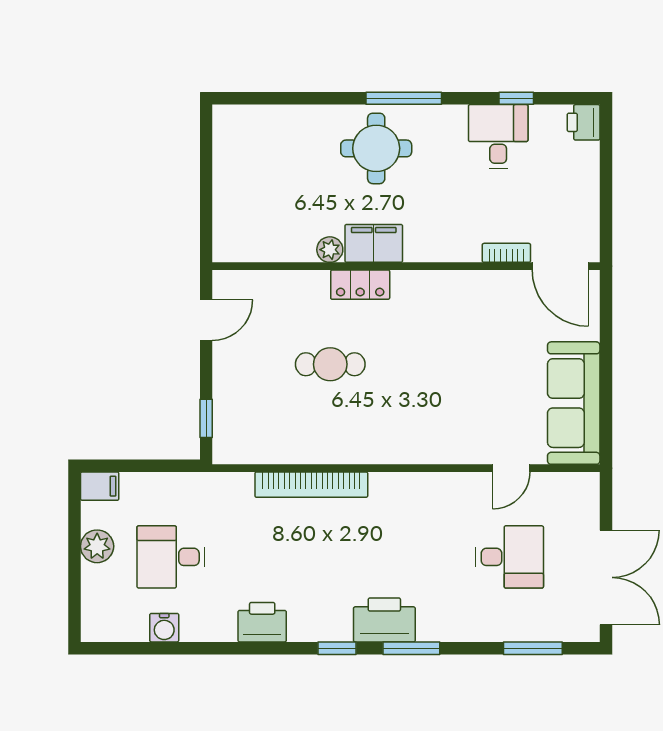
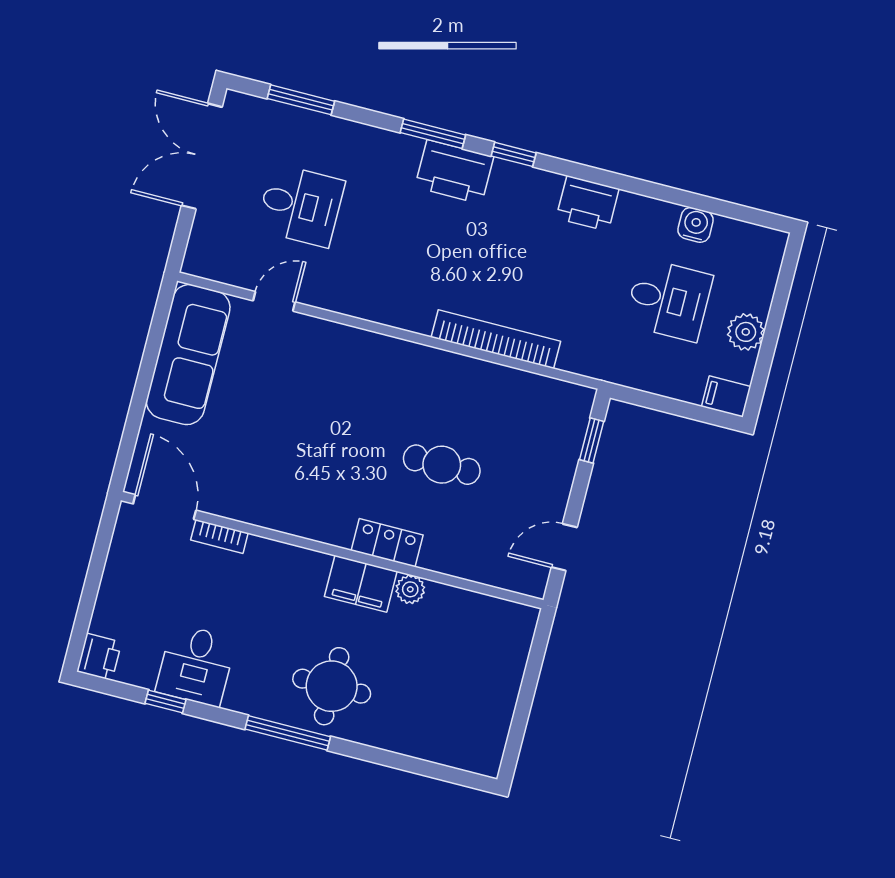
desk: (510, 557) -> (301, 205), turned 180

